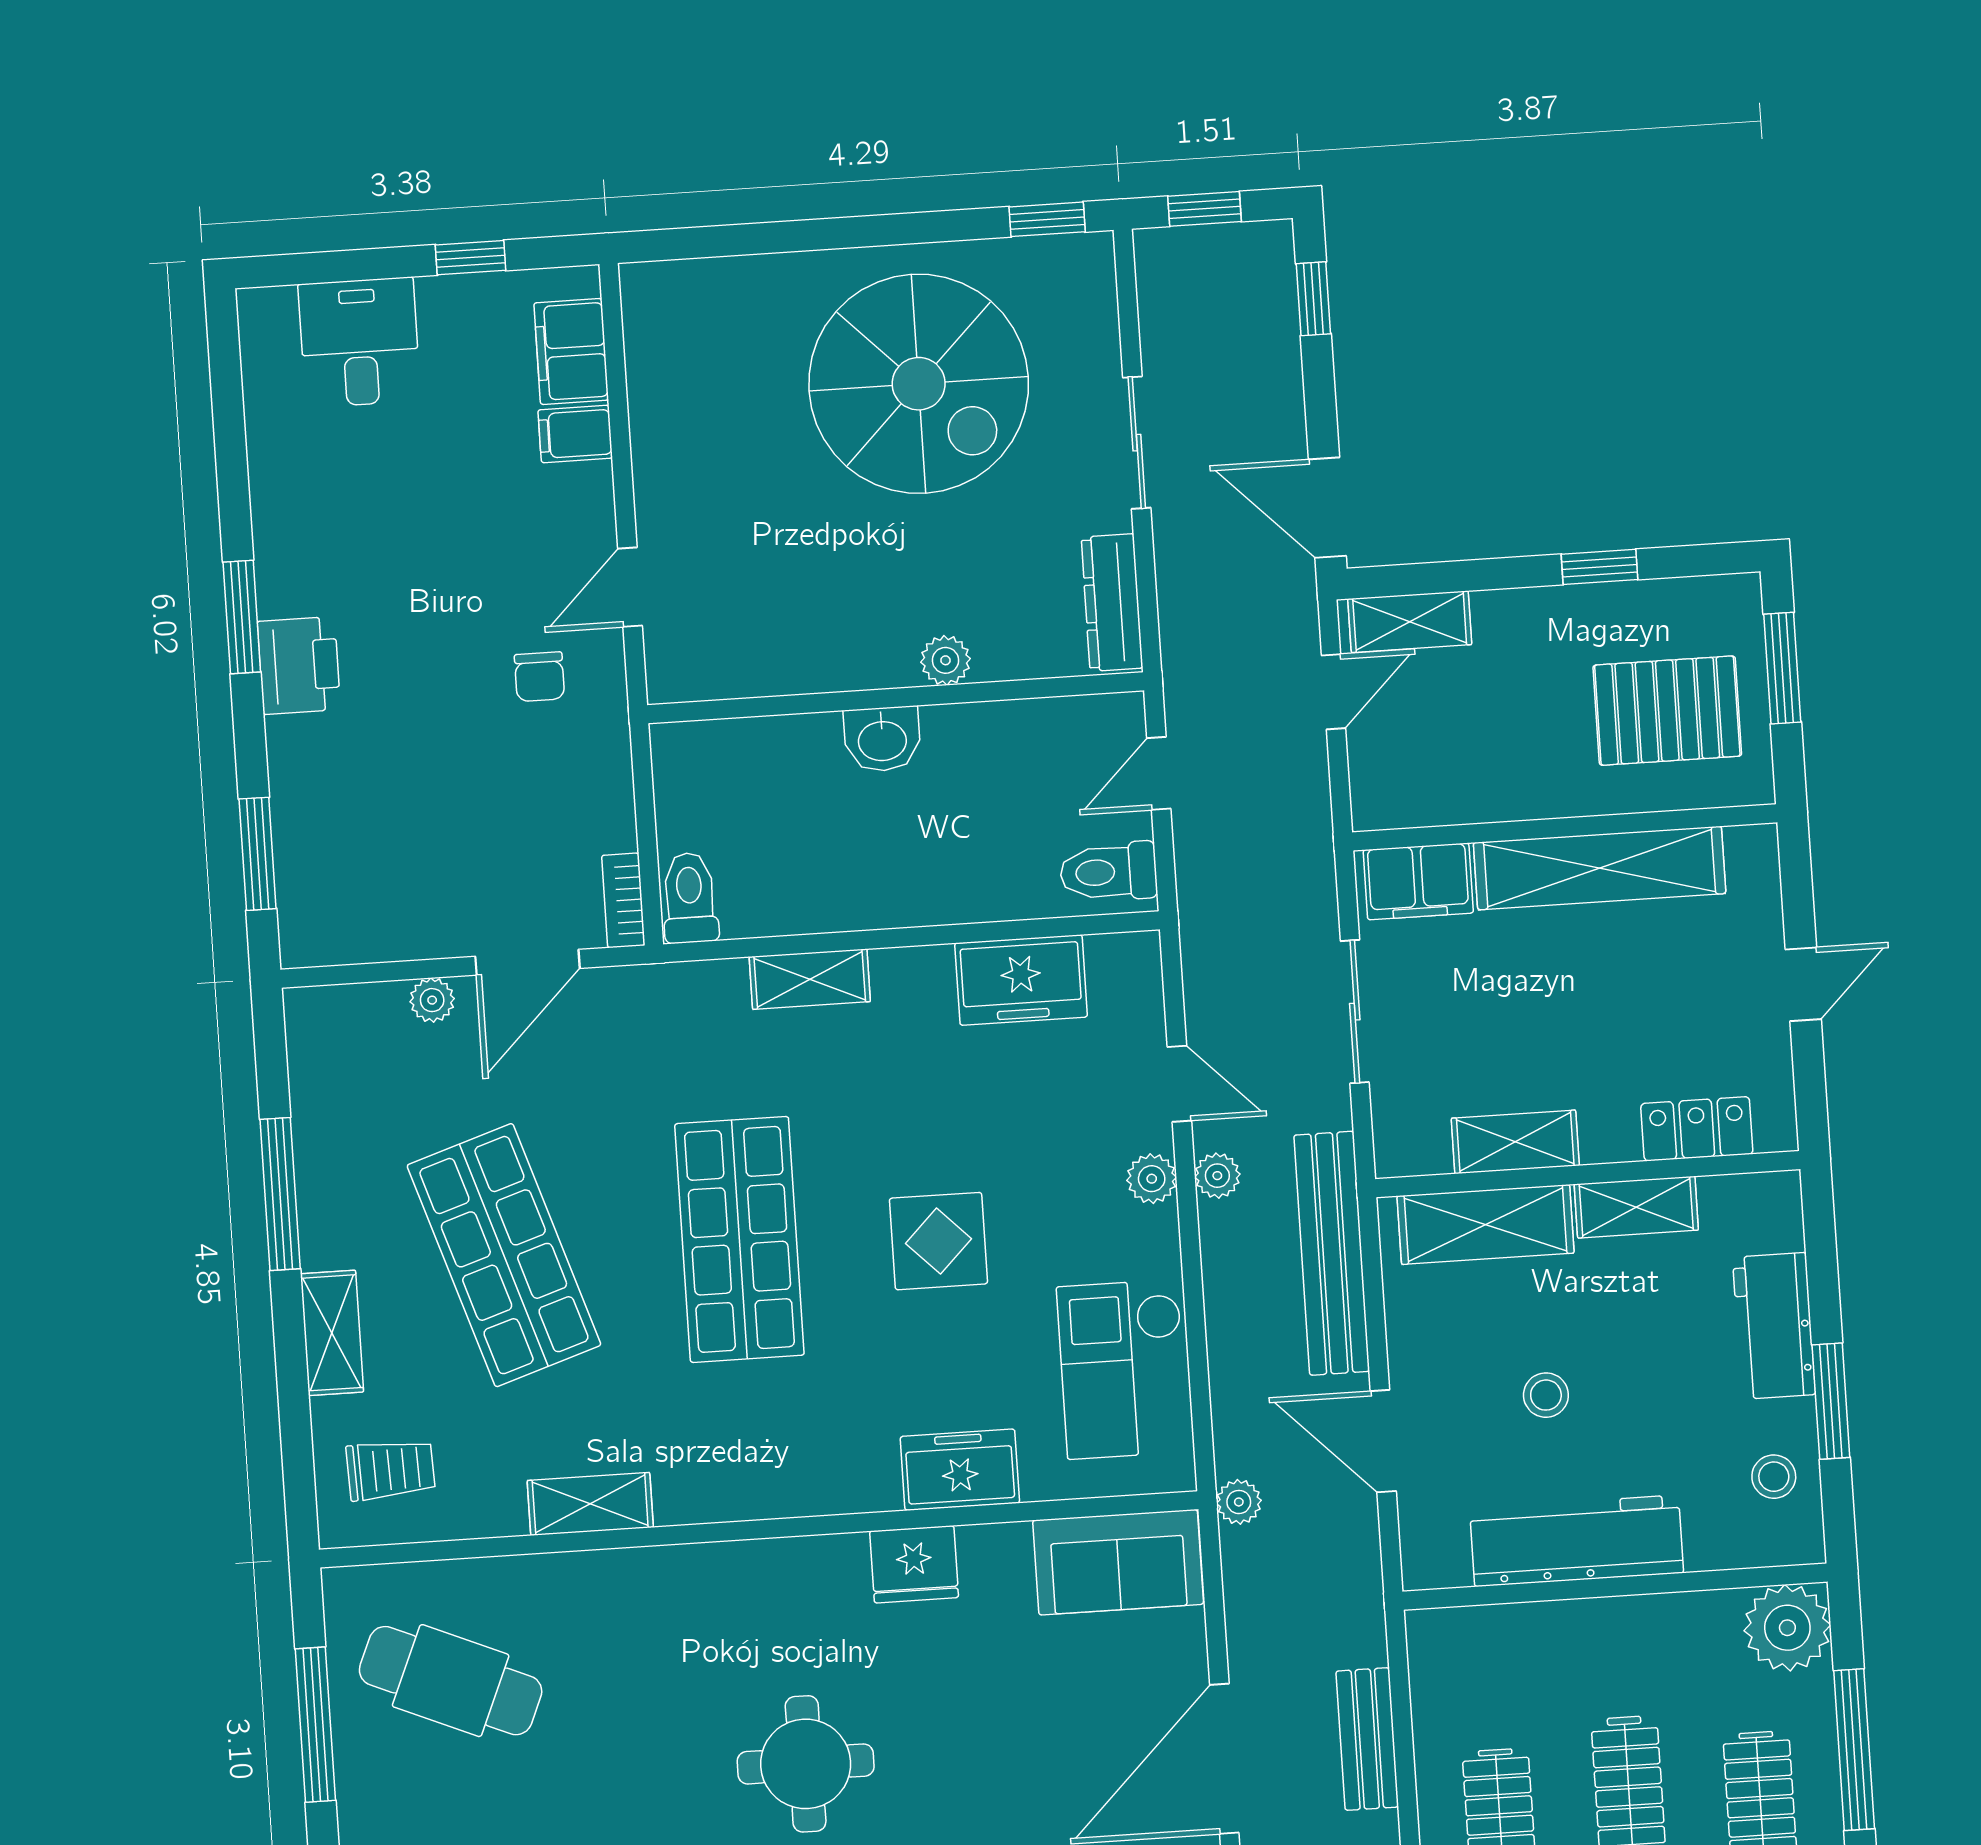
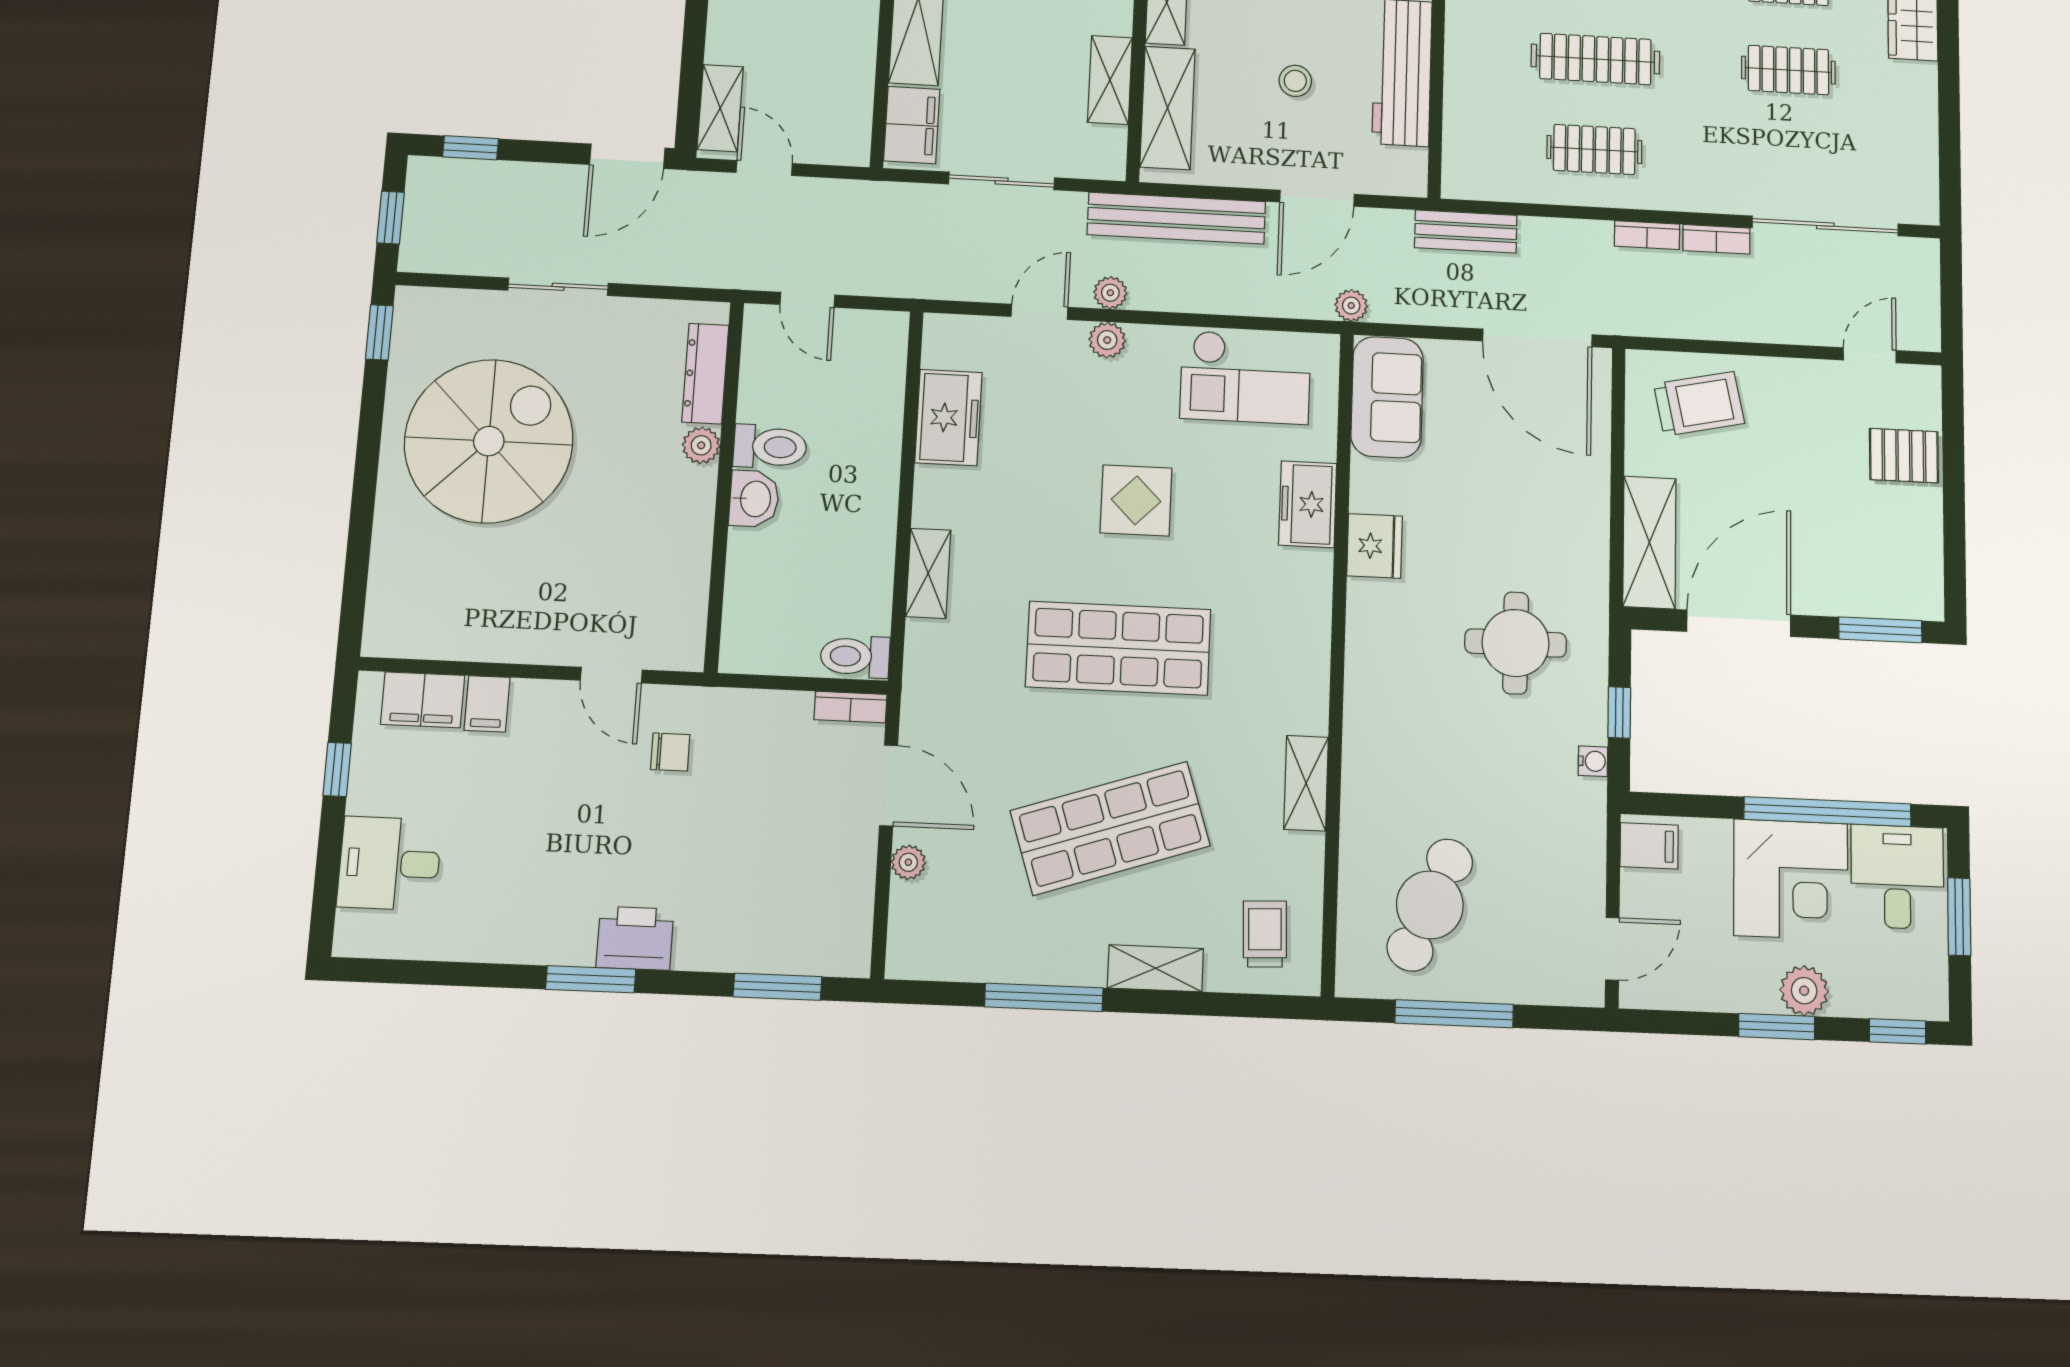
dresser: (1112, 603) -> (705, 374), moved, turned 90
toilet: (1109, 872) -> (770, 447), moved, turned -90
bench: (1367, 1739) -> (1466, 231), moved

